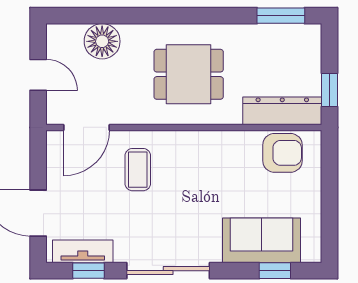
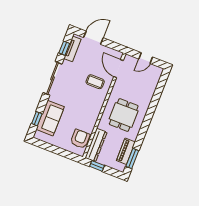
piano: (270, 37) -> (126, 151), added
floor lamp: (102, 41) -> (149, 87), removed
armchair: (282, 153) -> (80, 139), turned 180

